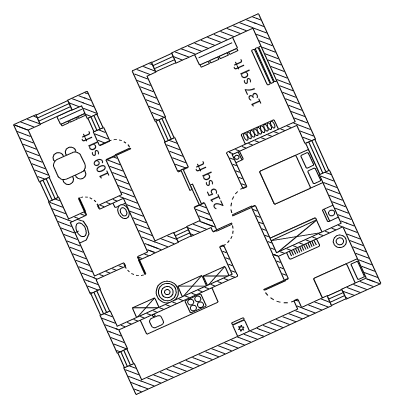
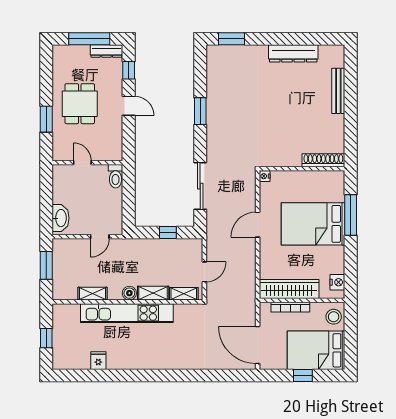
shoe rack: (260, 132) -> (323, 160), moved
washbasin: (81, 230) -> (61, 218), moved
door: (218, 239) -> (204, 272), moved
door: (131, 261) -> (100, 237), hinge flipped
bed: (340, 278) -> (316, 350), width x1.50
door: (291, 290) -> (258, 345), width x1.36
boiler: (167, 292) -> (129, 293), width x0.54, depth x0.54
fridge: (241, 327) -> (98, 361), moved

